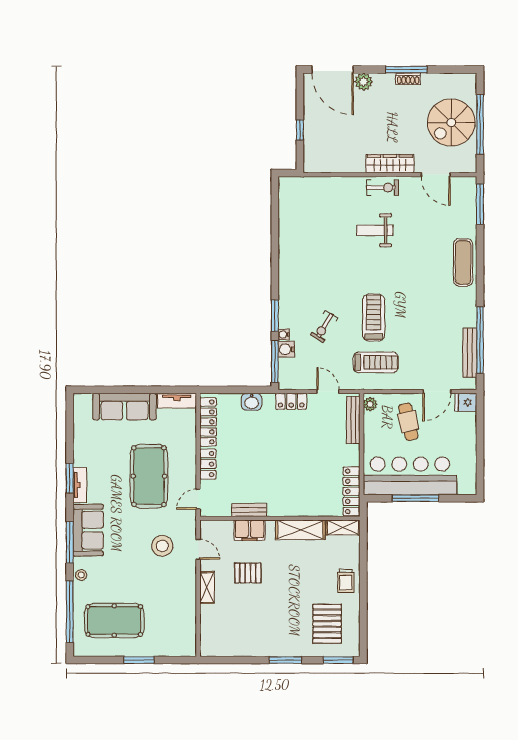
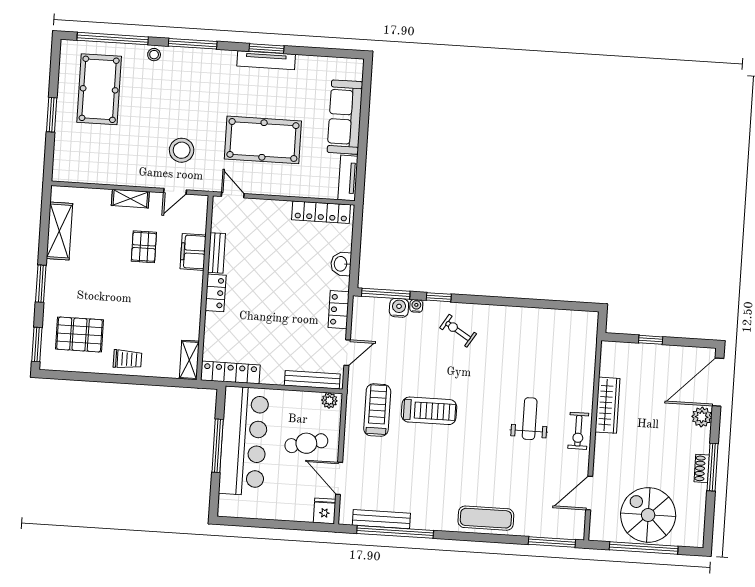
wardrobe: (390, 164) -> (607, 405), moved
window: (275, 316) -> (439, 297), width x0.67
exercise bike: (324, 327) -> (458, 331), moved
treadmill: (376, 362) -> (377, 410), turned 180
locker: (208, 464) -> (216, 293), moved, turned -90
tv unit: (80, 485) -> (266, 60), width x1.41
sofa: (88, 530) -> (205, 66), removed
shelving: (300, 530) -> (59, 231), moved
trolley: (346, 581) -> (127, 359), turned 180

